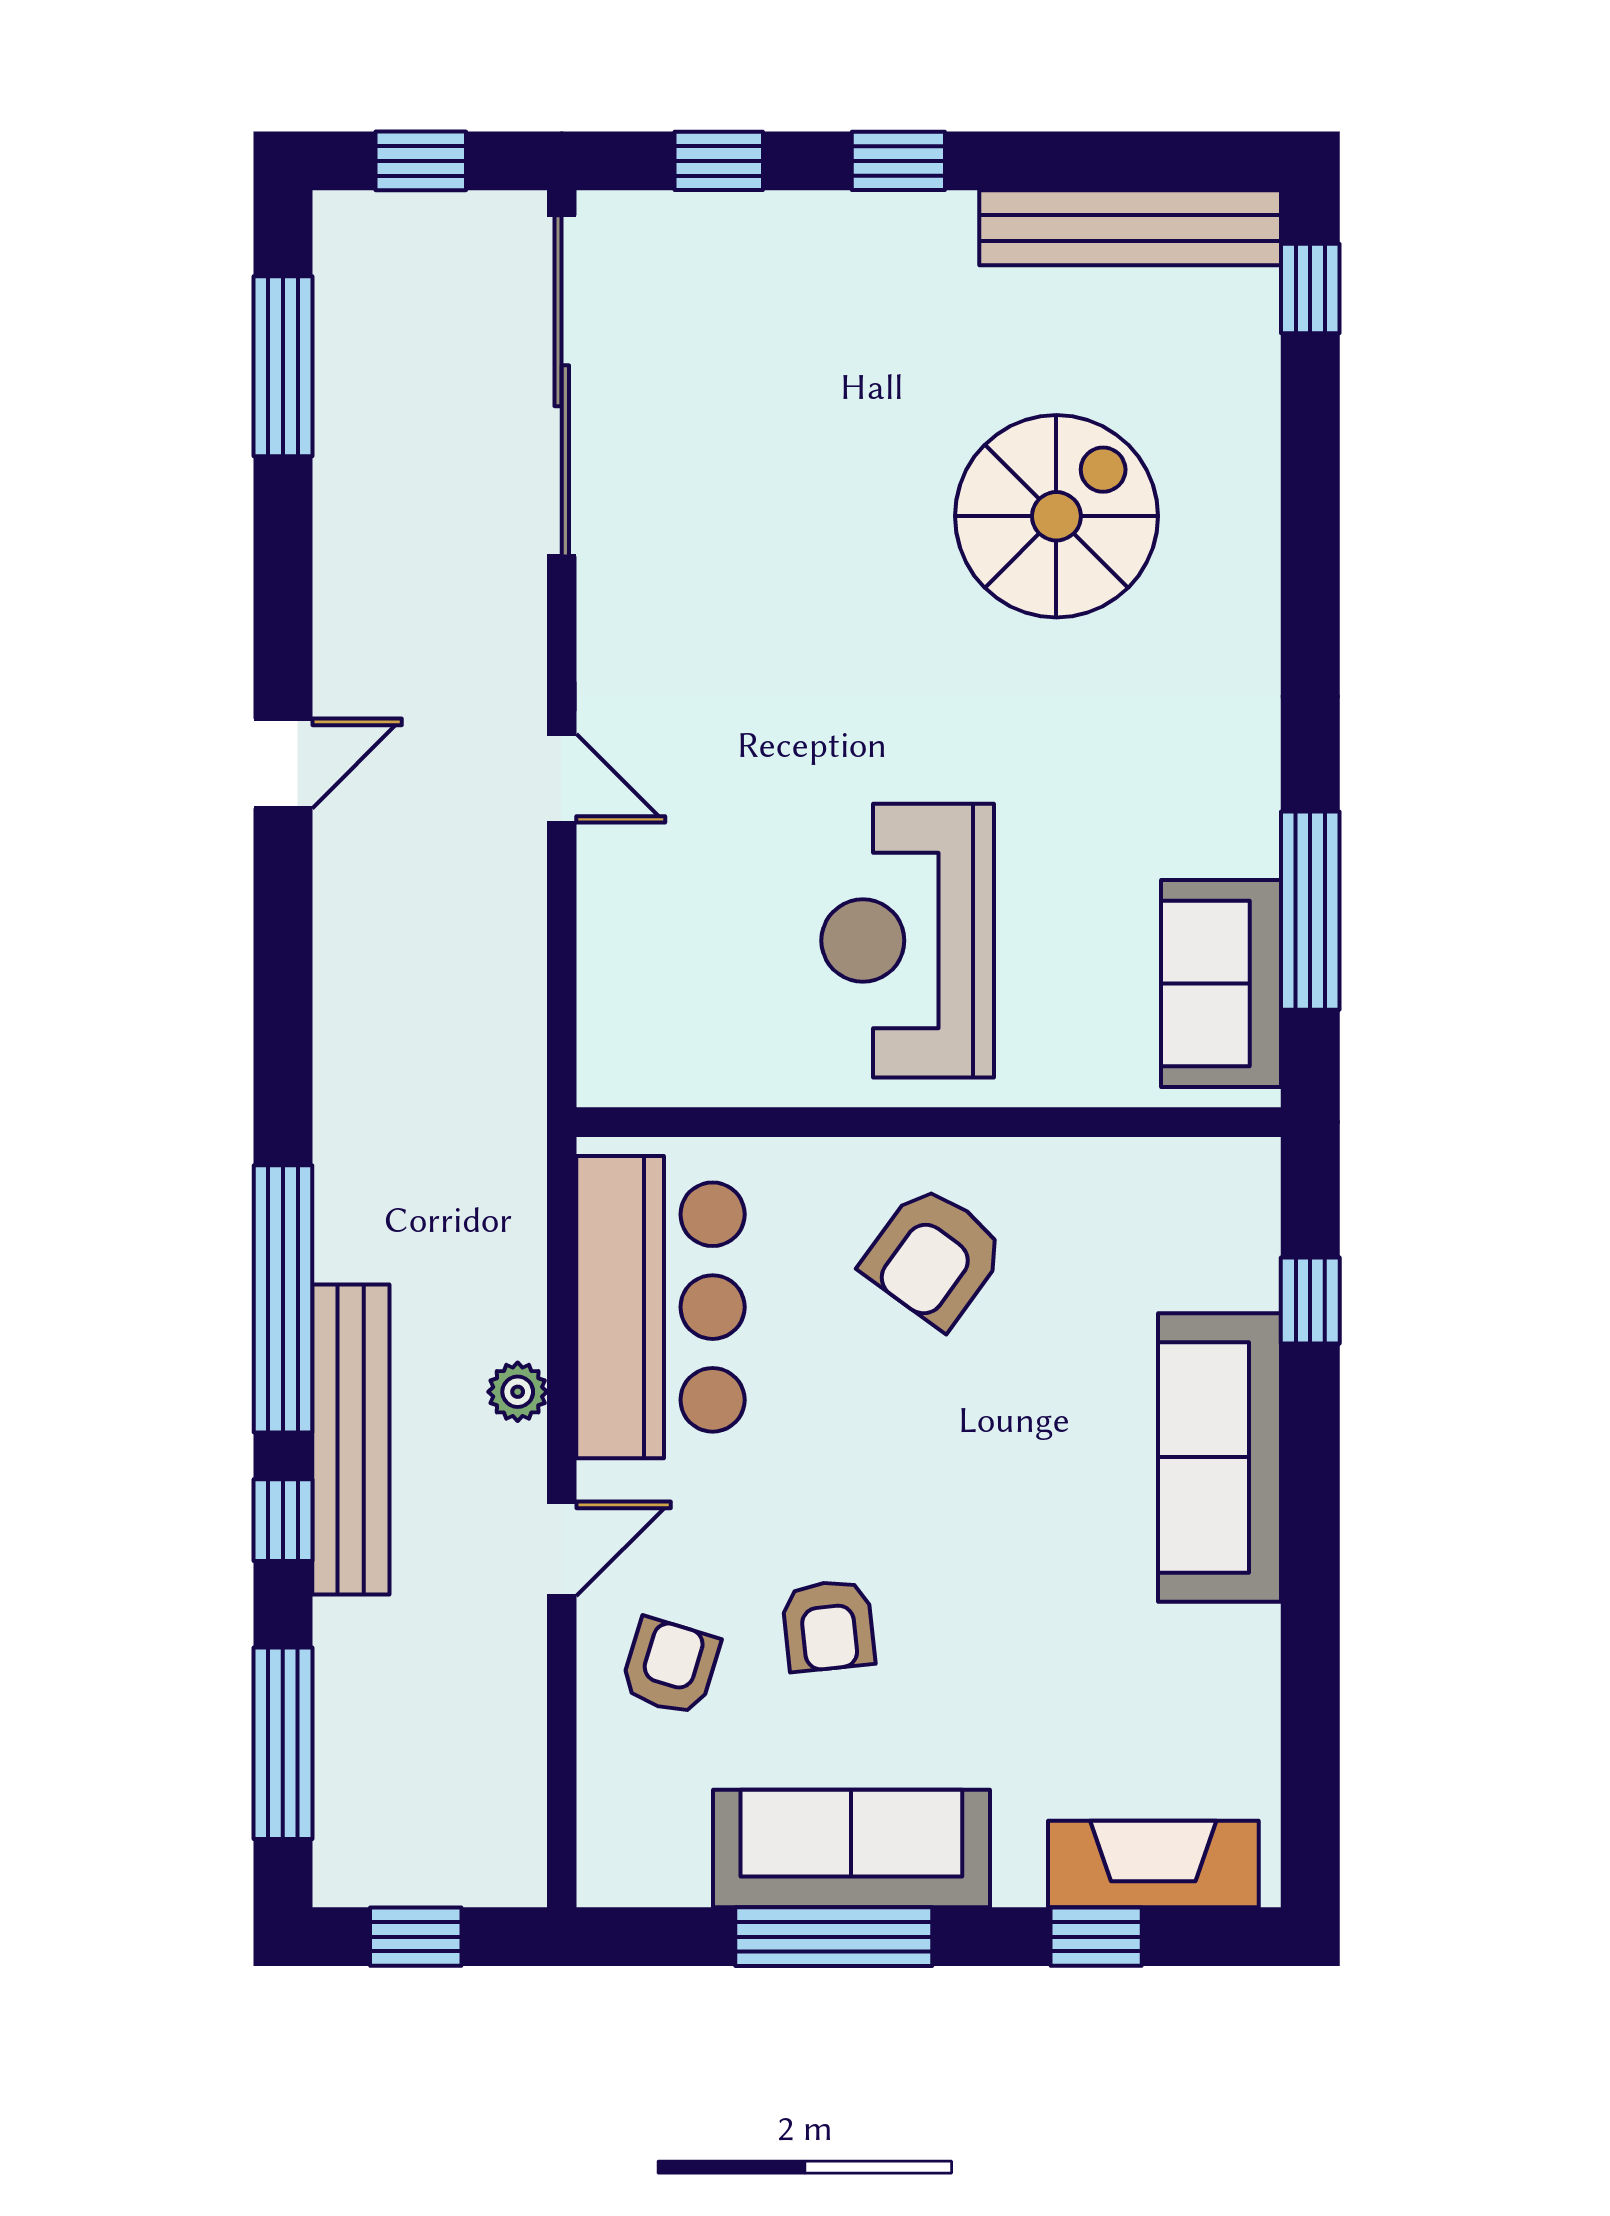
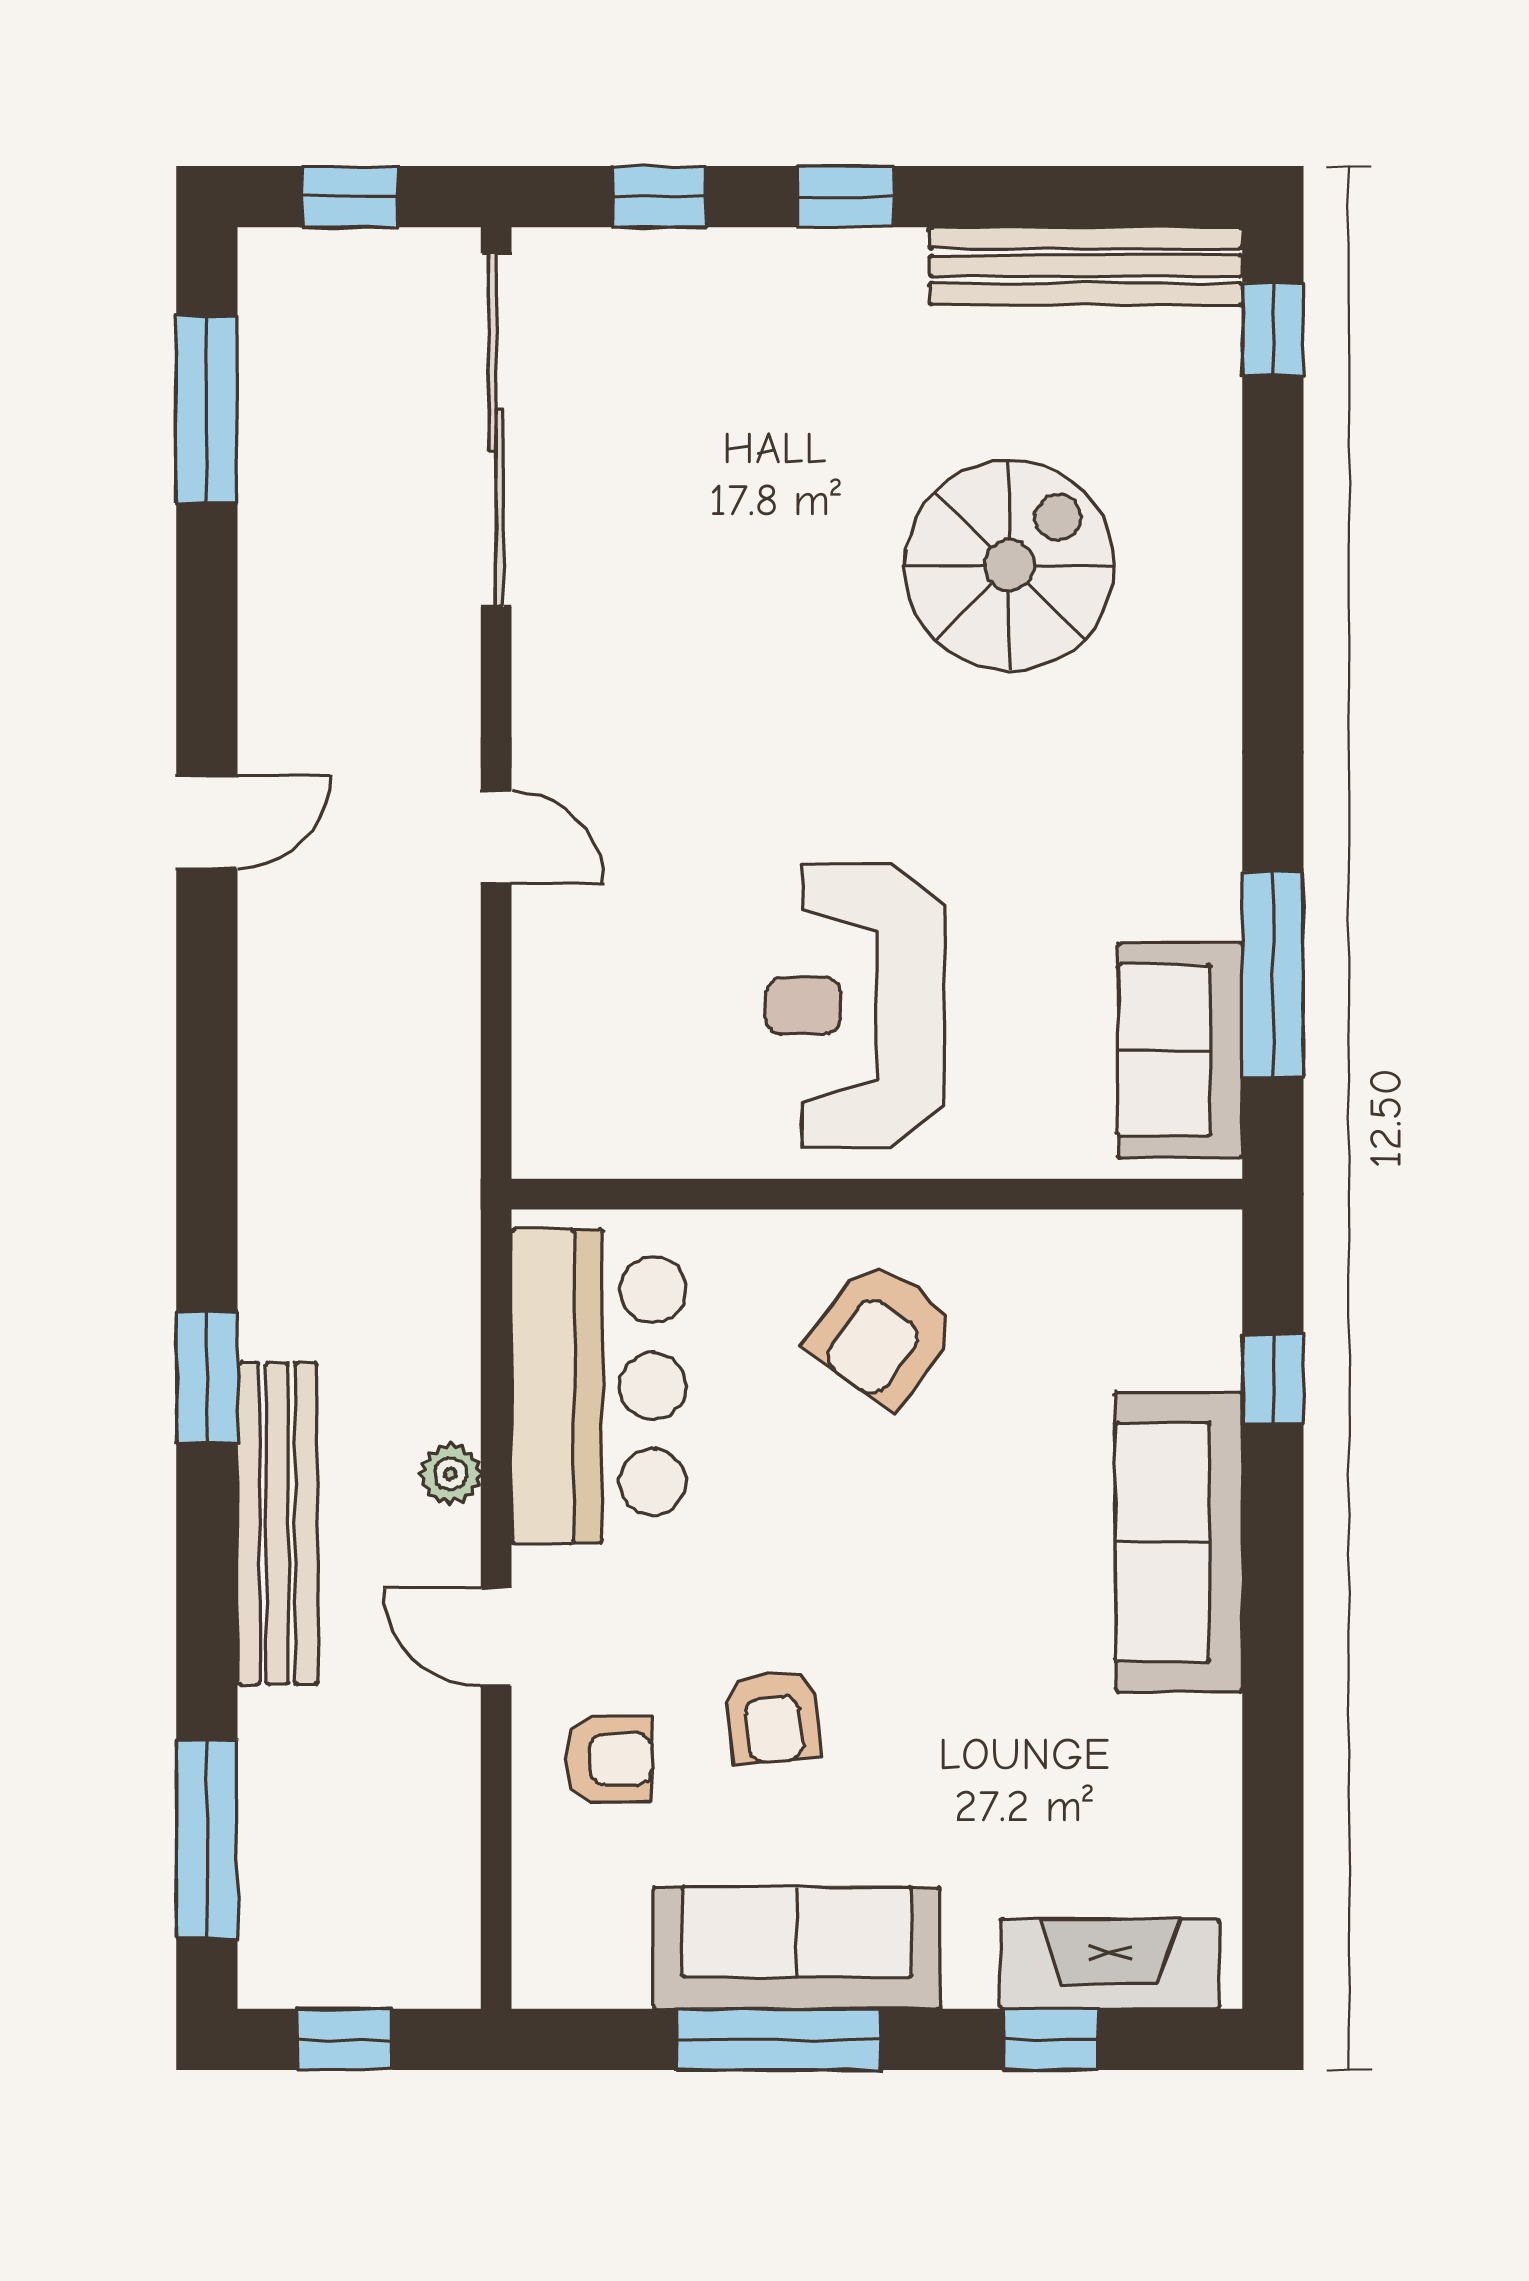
window: (283, 1299) -> (207, 1378), width x0.47
window: (283, 1520) -> (207, 1607), removed
door: (562, 1549) -> (496, 1637), swing flipped
armchair: (670, 1667) -> (609, 1759), turned 73

